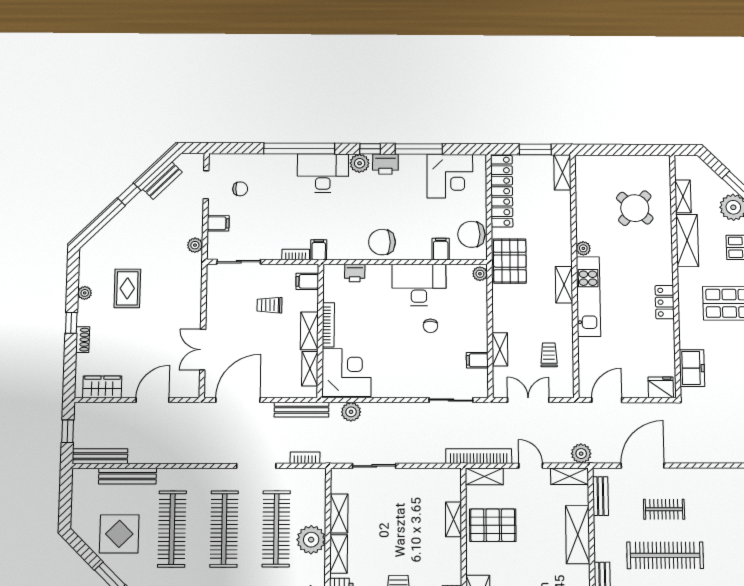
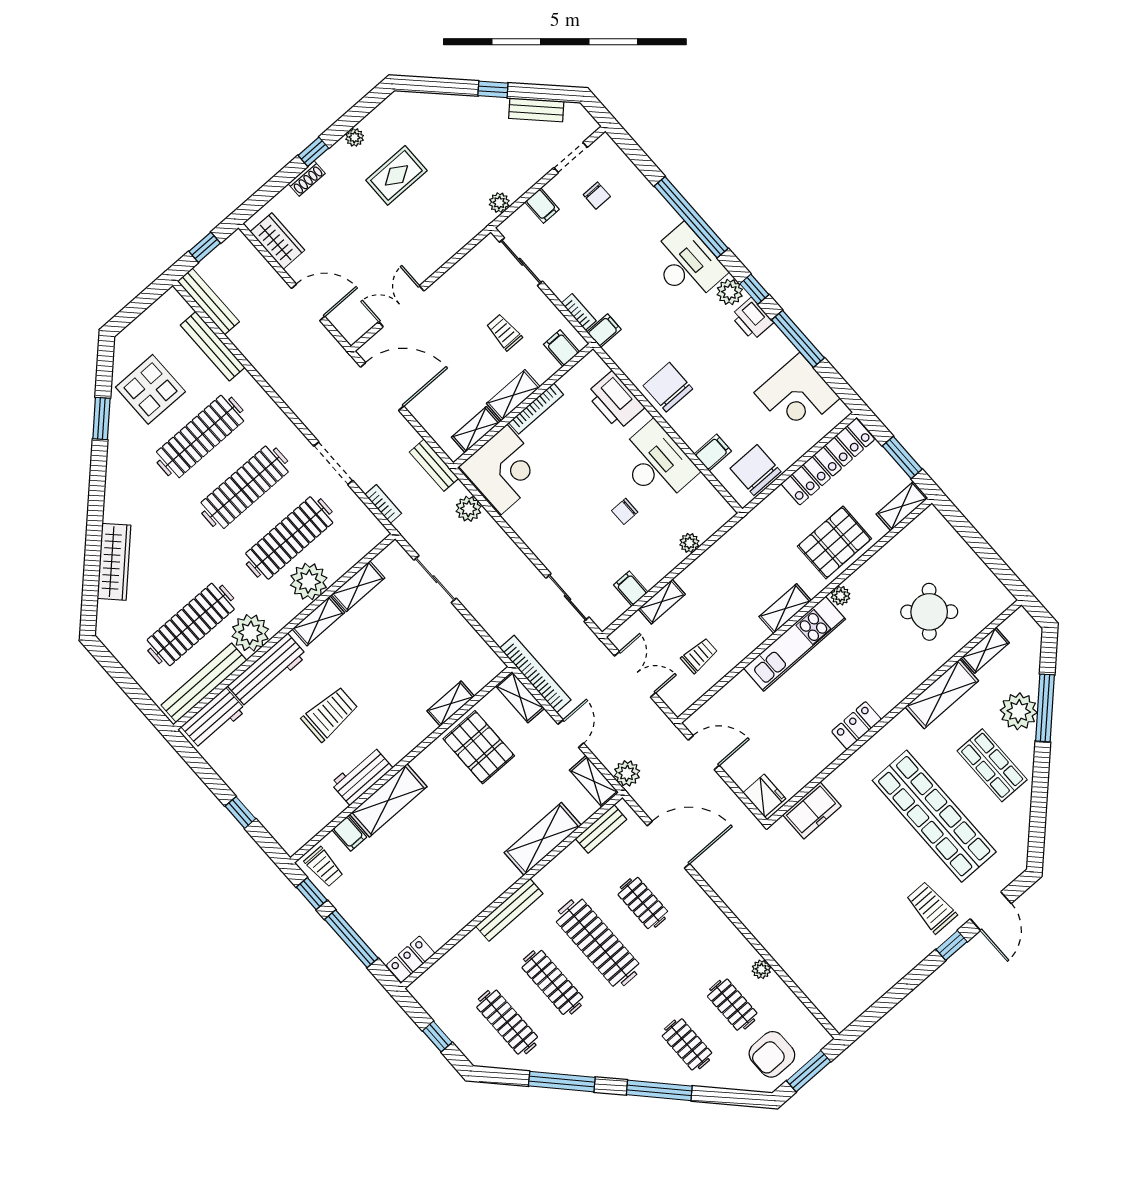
pallet: (510, 261) -> (834, 542), moved
printer: (355, 273) -> (615, 401), width x1.87, depth x1.48
plant: (480, 274) -> (689, 543), moved
bench: (302, 410) -> (434, 465), width x0.73

